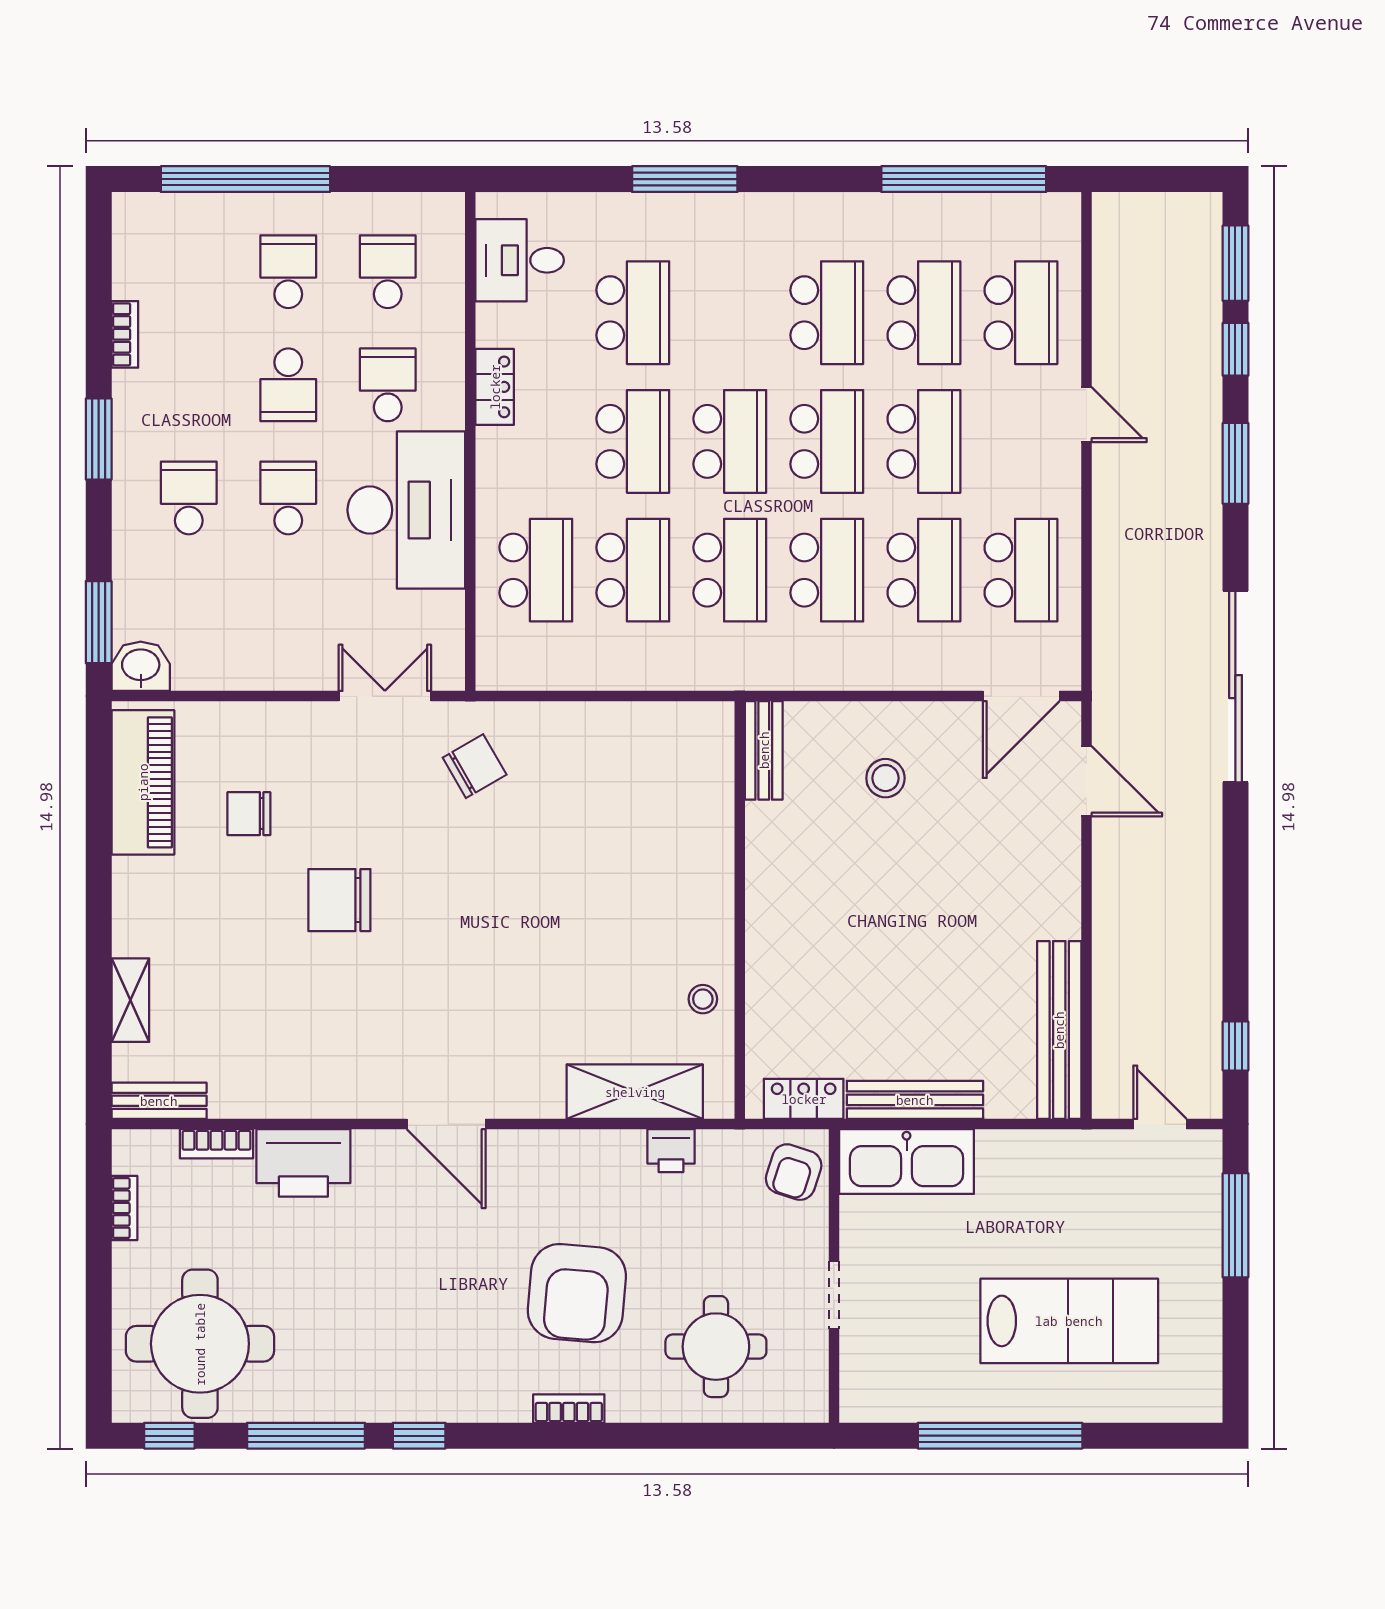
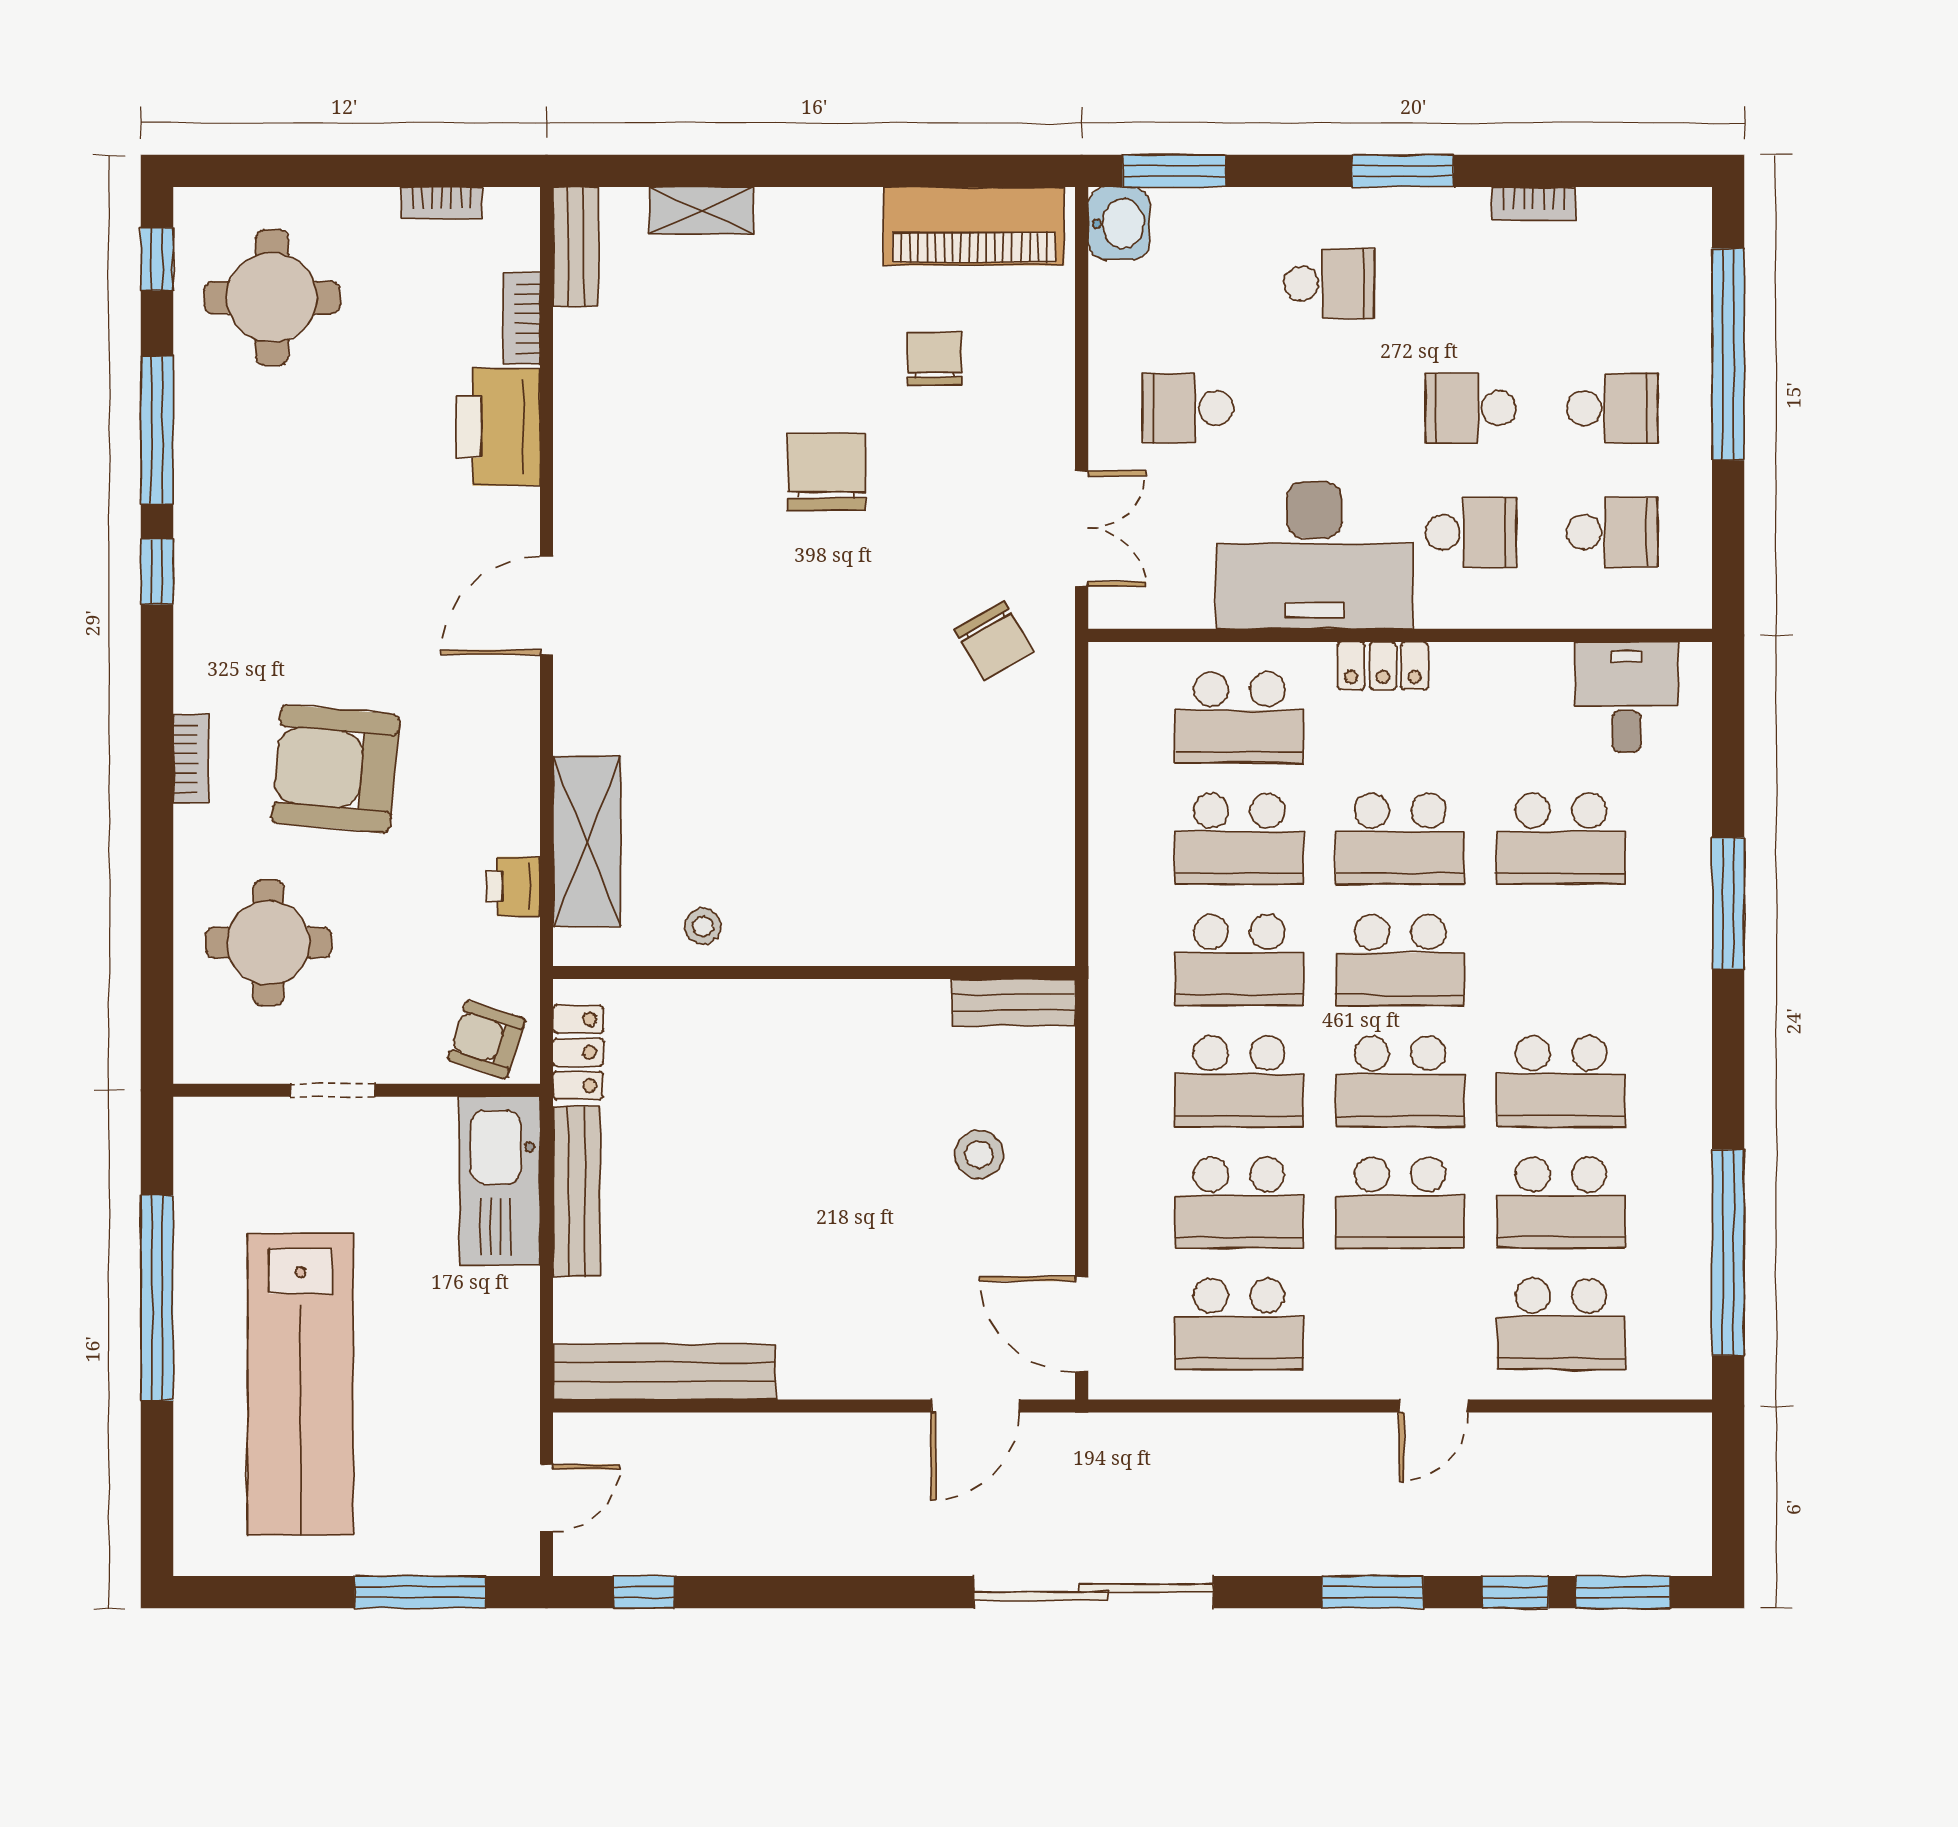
locker: (495, 387) -> (1383, 666), moved
school desk: (288, 498) -> (1188, 408), moved, turned 180
lab bench: (1069, 1321) -> (300, 1384), width x1.36
round table: (200, 1344) -> (272, 298), width x0.73, depth x0.73

